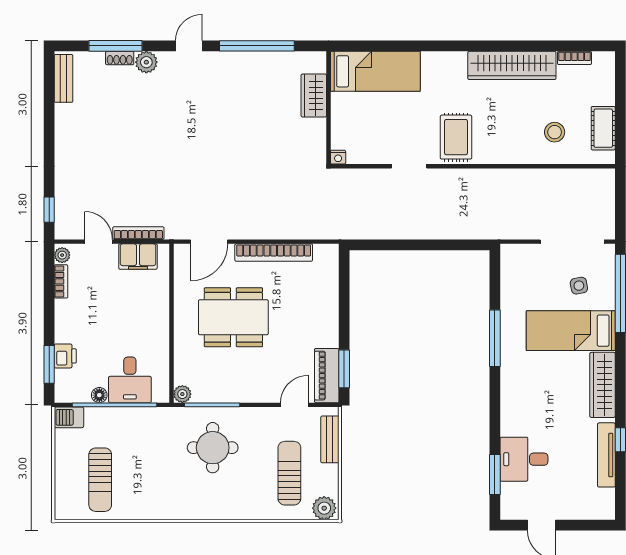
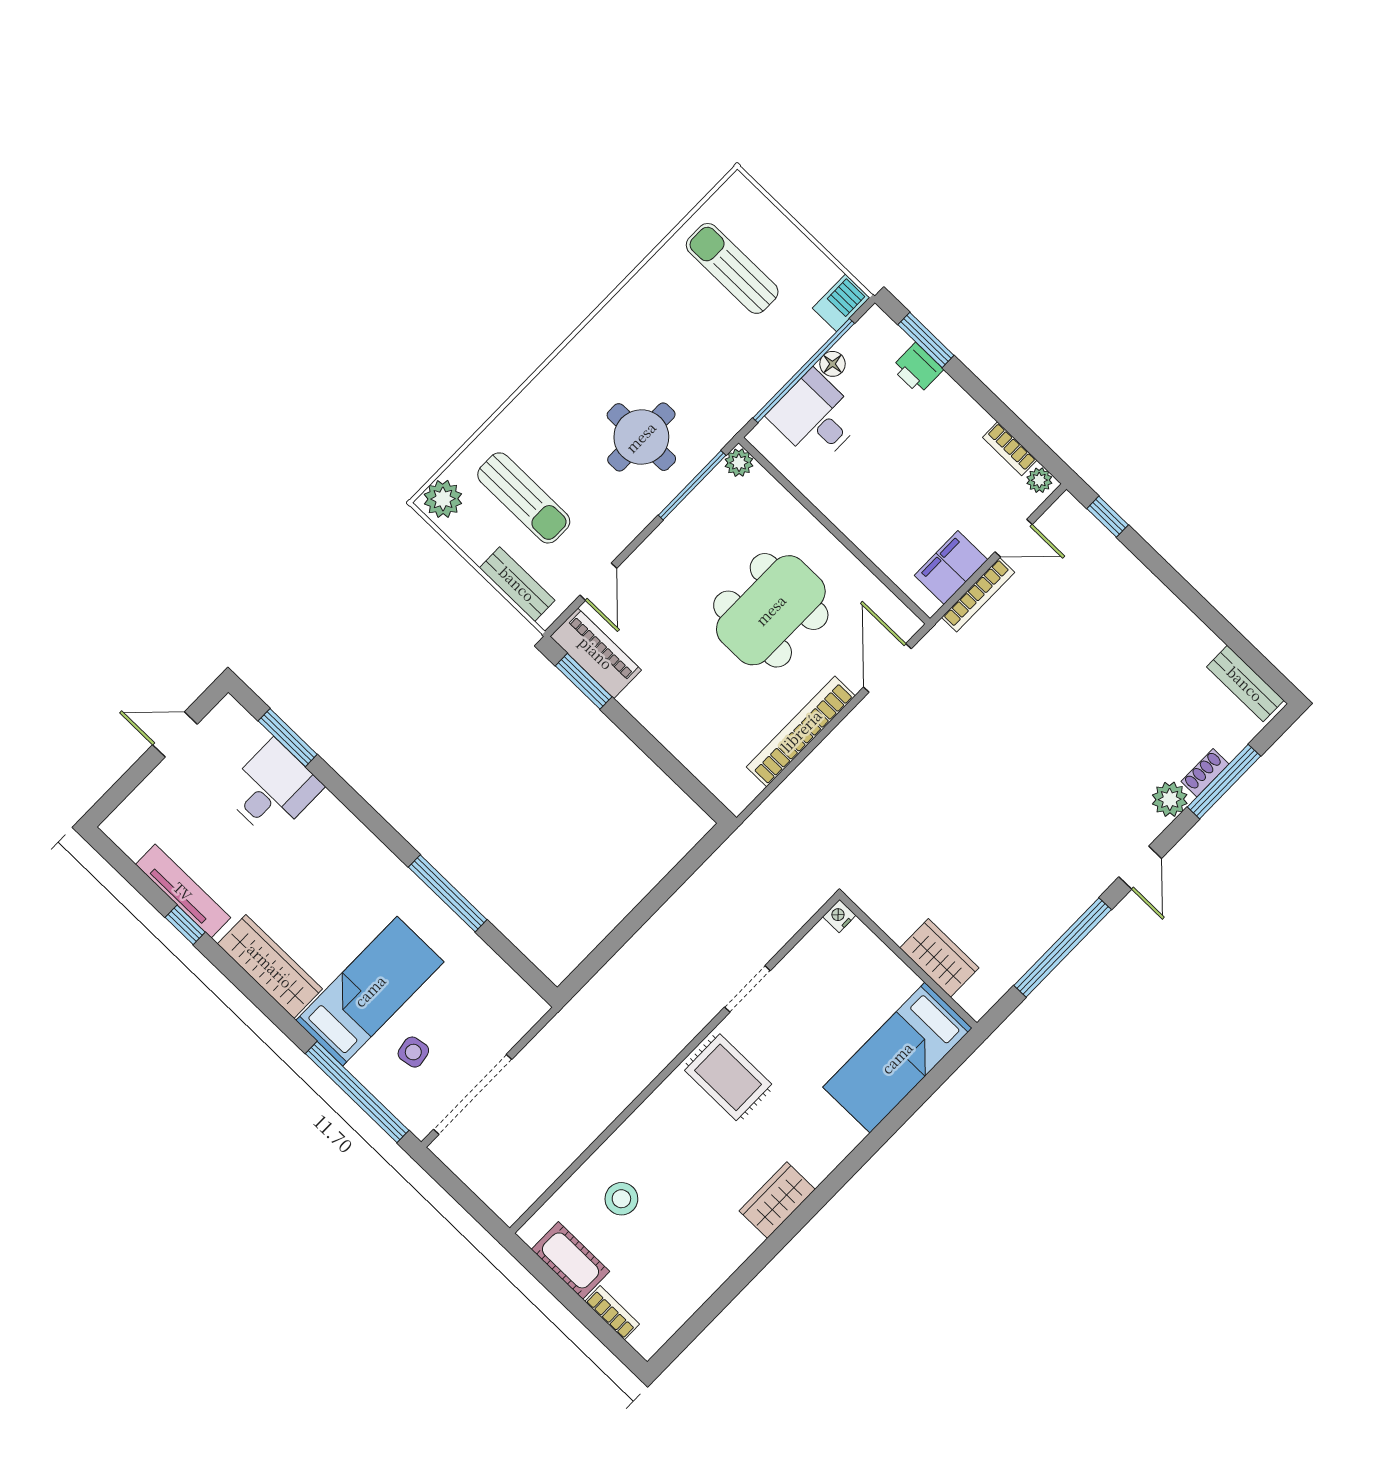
bookcase: (574, 58) -> (612, 1313), moved, turned 90
wardrobe: (512, 65) -> (777, 1200), width x0.48, depth x0.85

